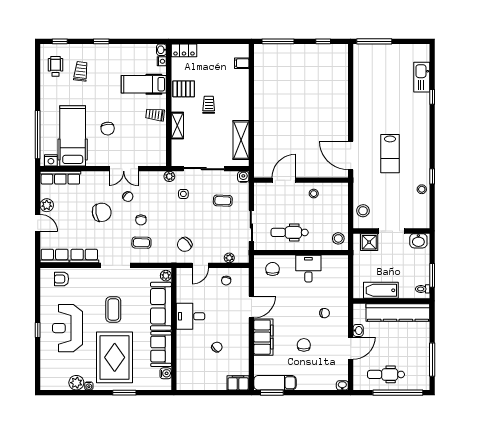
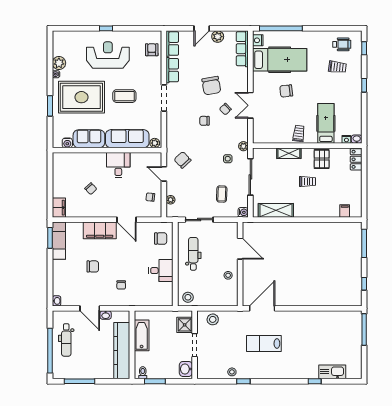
coffee table: (141, 243) -> (184, 121), removed
dental chair: (386, 374) -> (66, 340), turned 180

